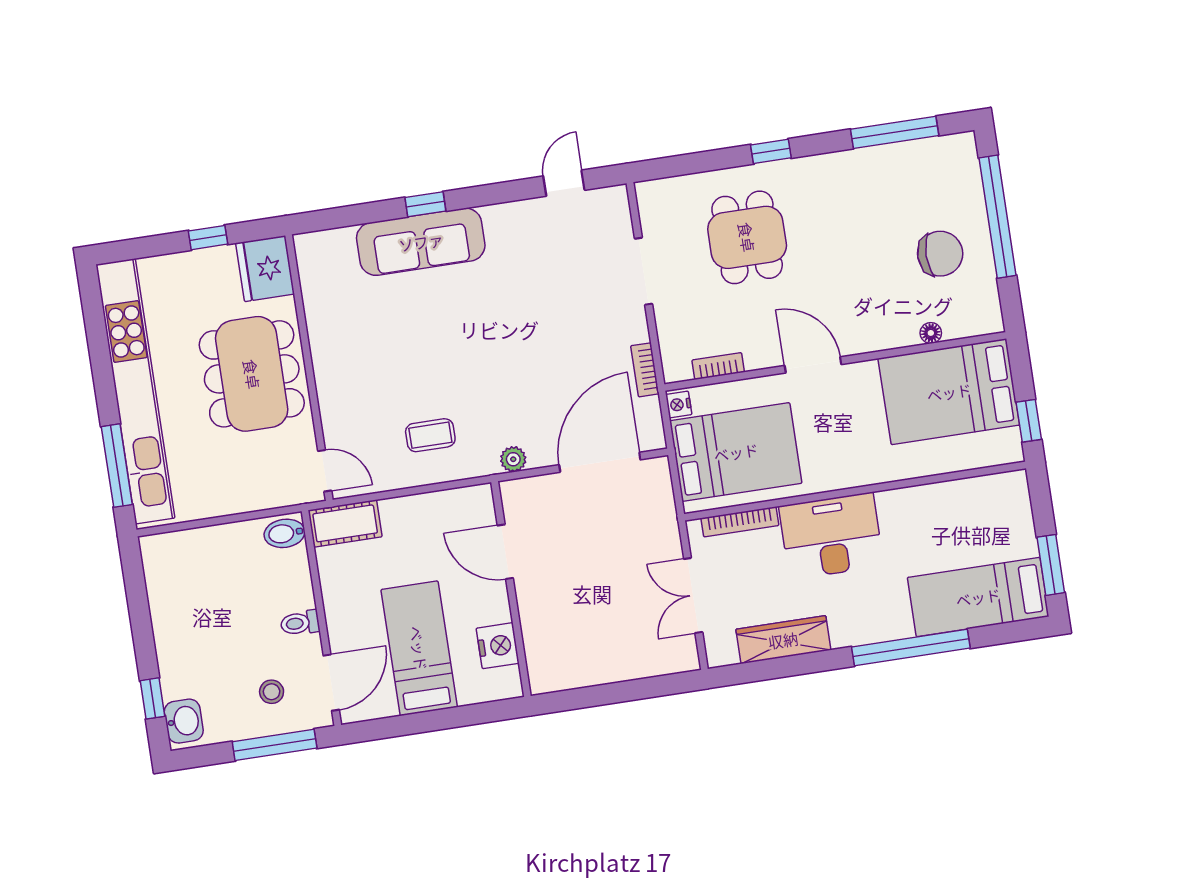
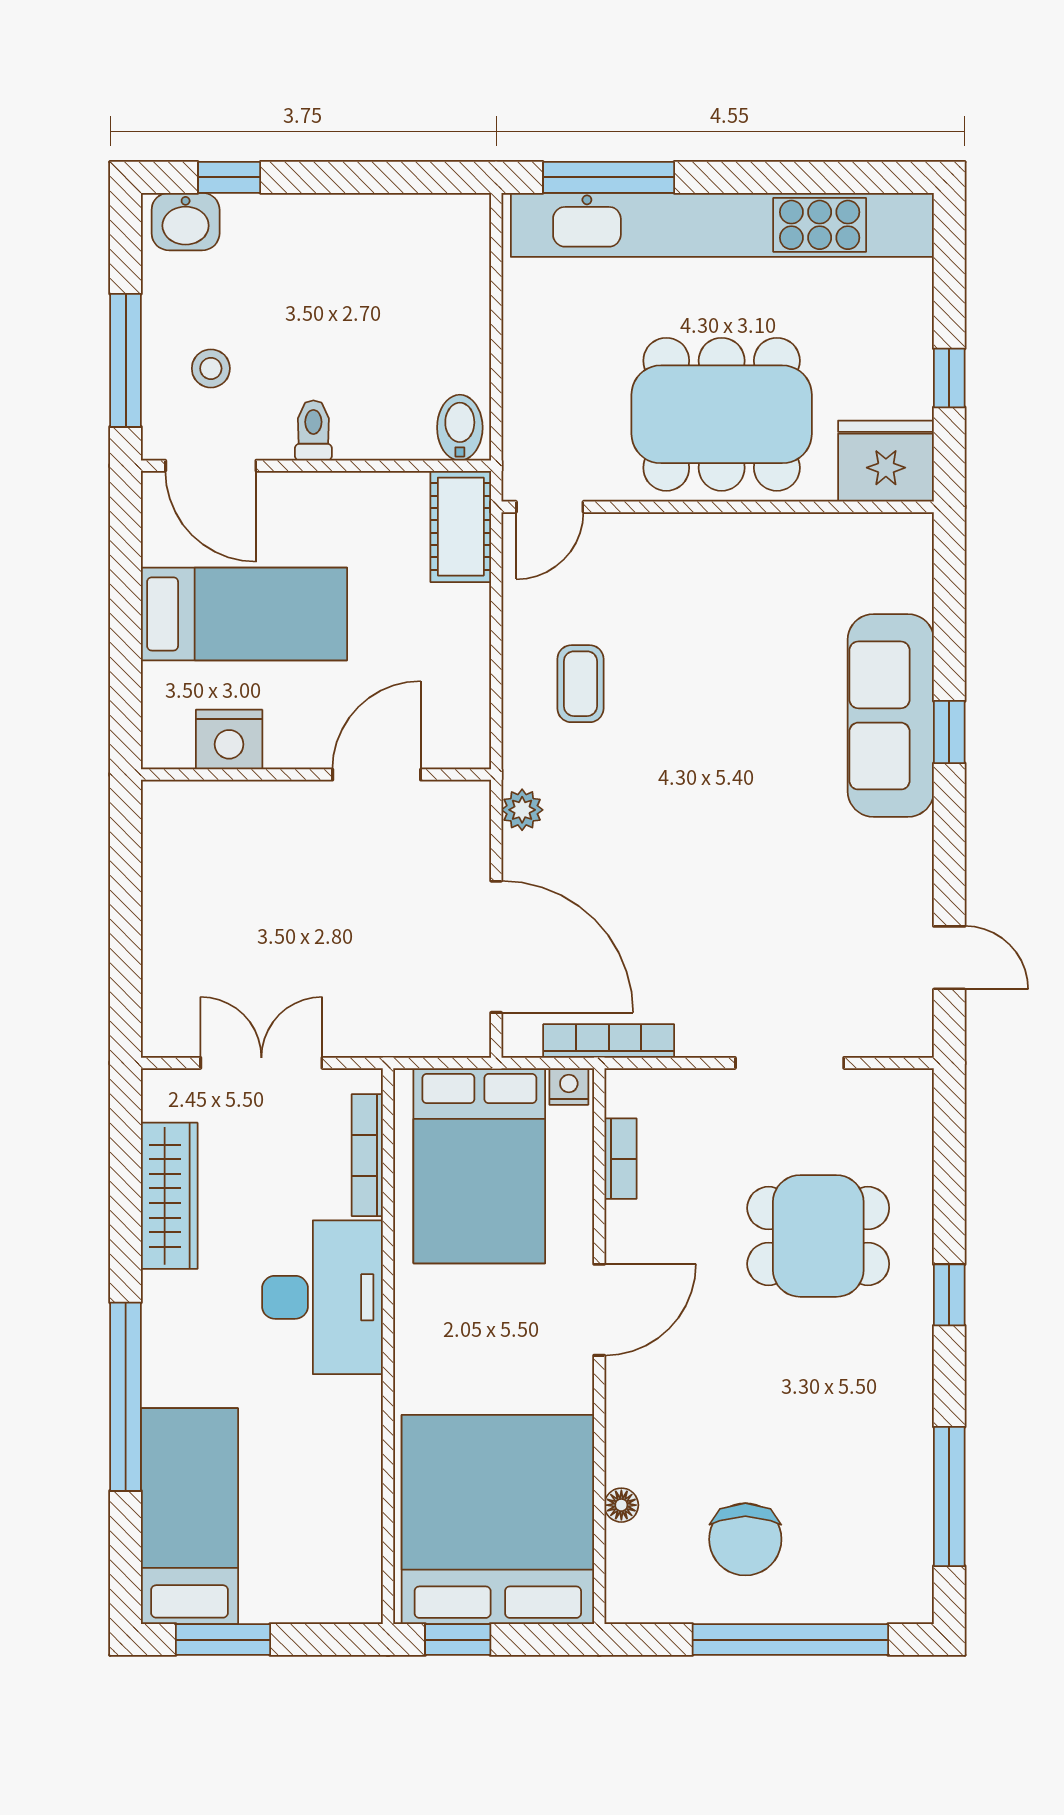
bookcase: (645, 370) -> (609, 1041), width x1.56
bed: (949, 392) -> (498, 1520), width x1.36

